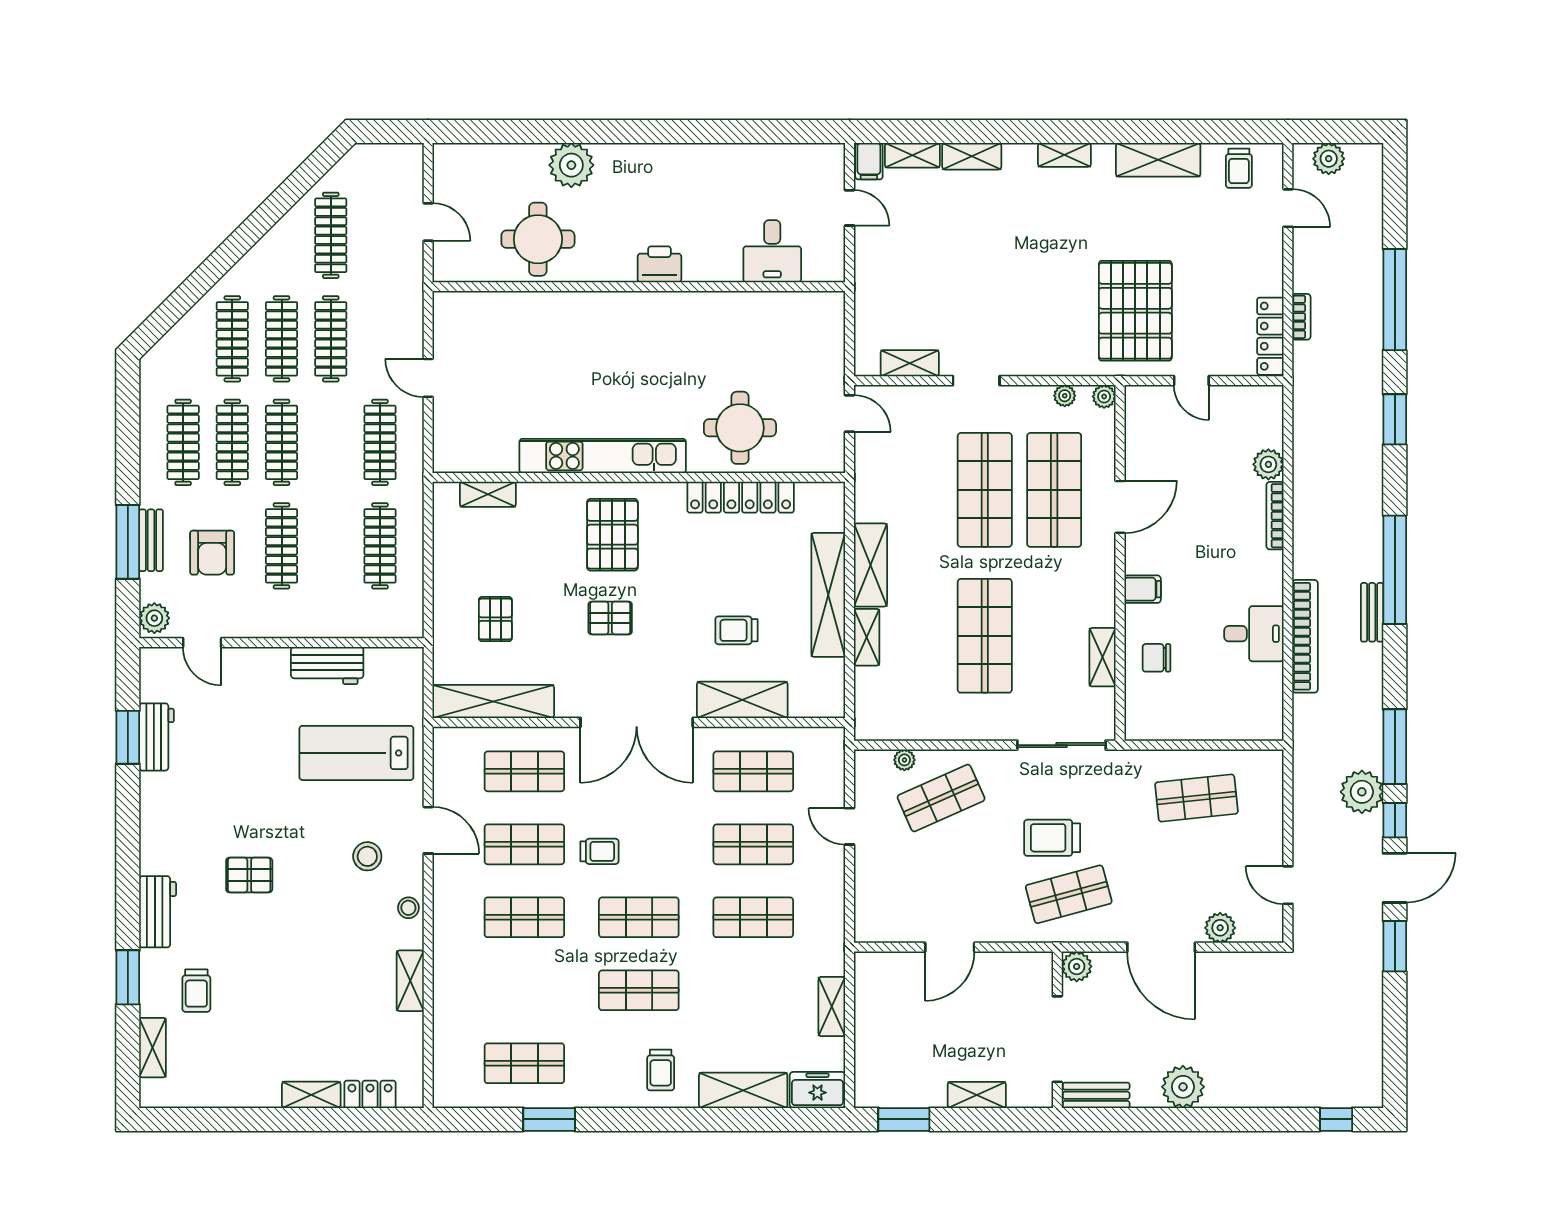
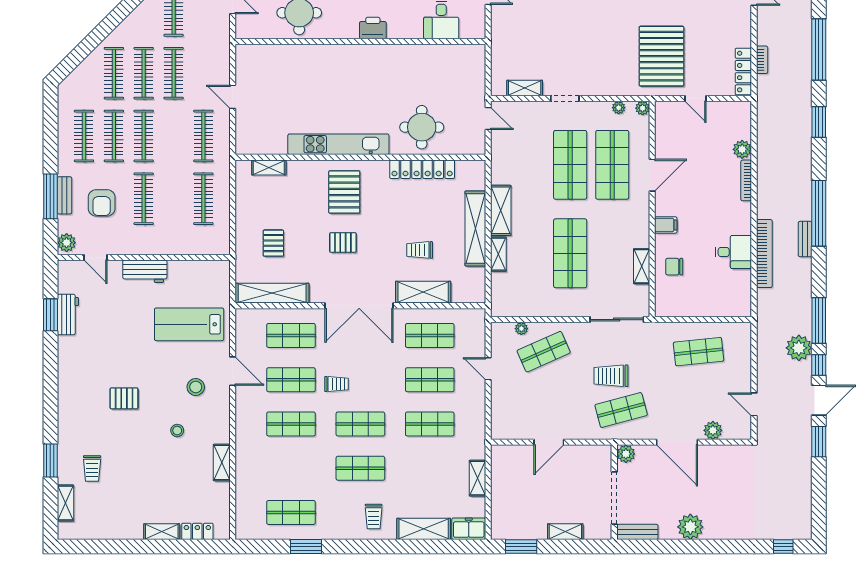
workbench: (327, 666) -> (145, 271), moved
stool: (408, 908) -> (177, 431), moved
workbench: (158, 912) -> (69, 421), removed

